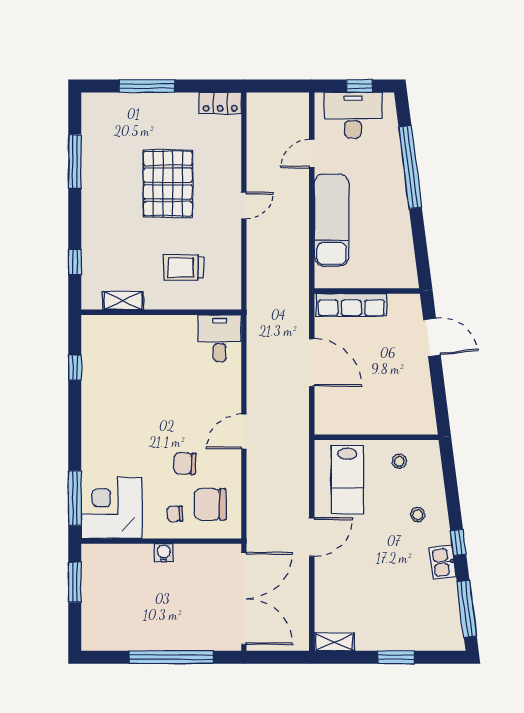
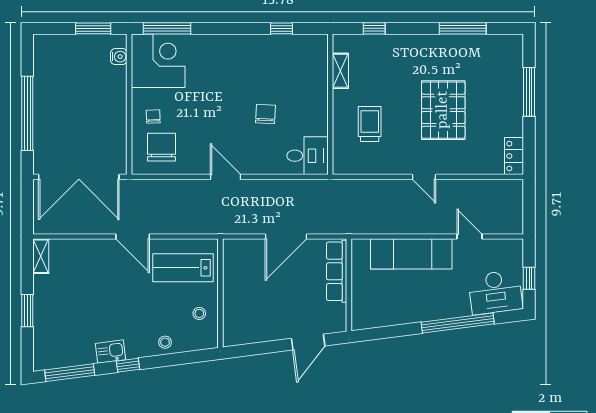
desk: (353, 115) -> (495, 292), moved, turned 83
pallet: (168, 184) -> (443, 110), turned 90
chair: (185, 463) -> (265, 114), moved
stool: (418, 515) -> (165, 342), moved
water cooler: (164, 553) -> (119, 57), moved

